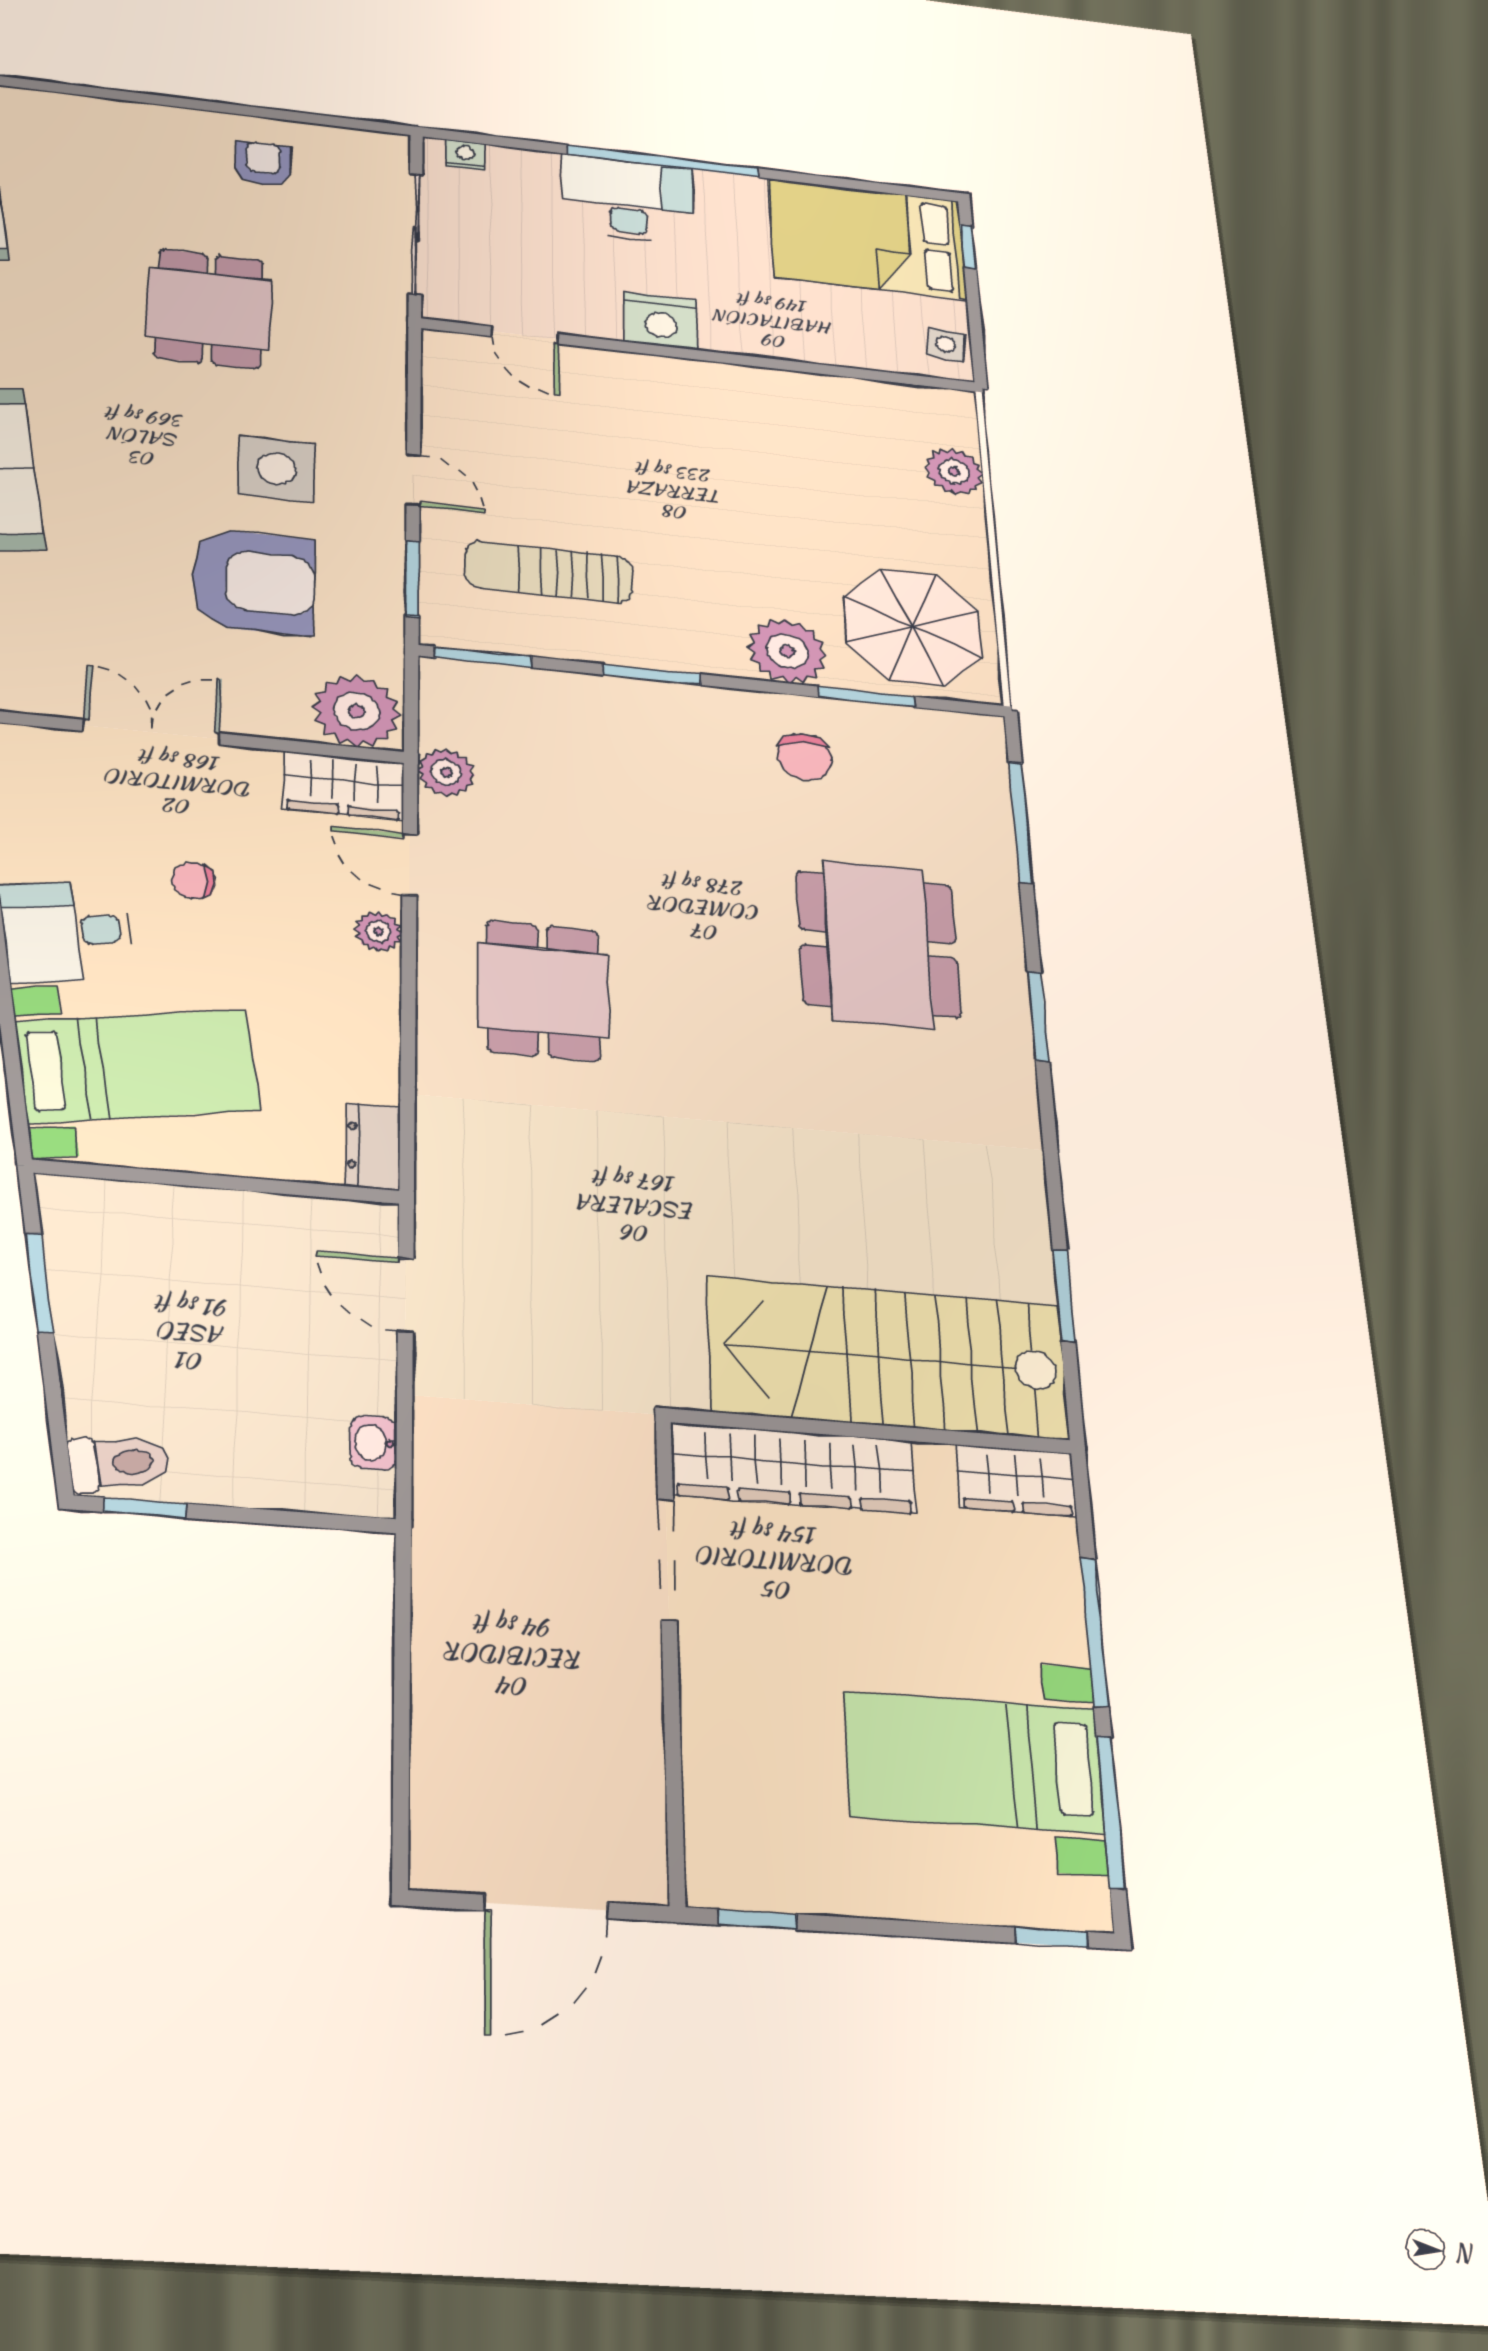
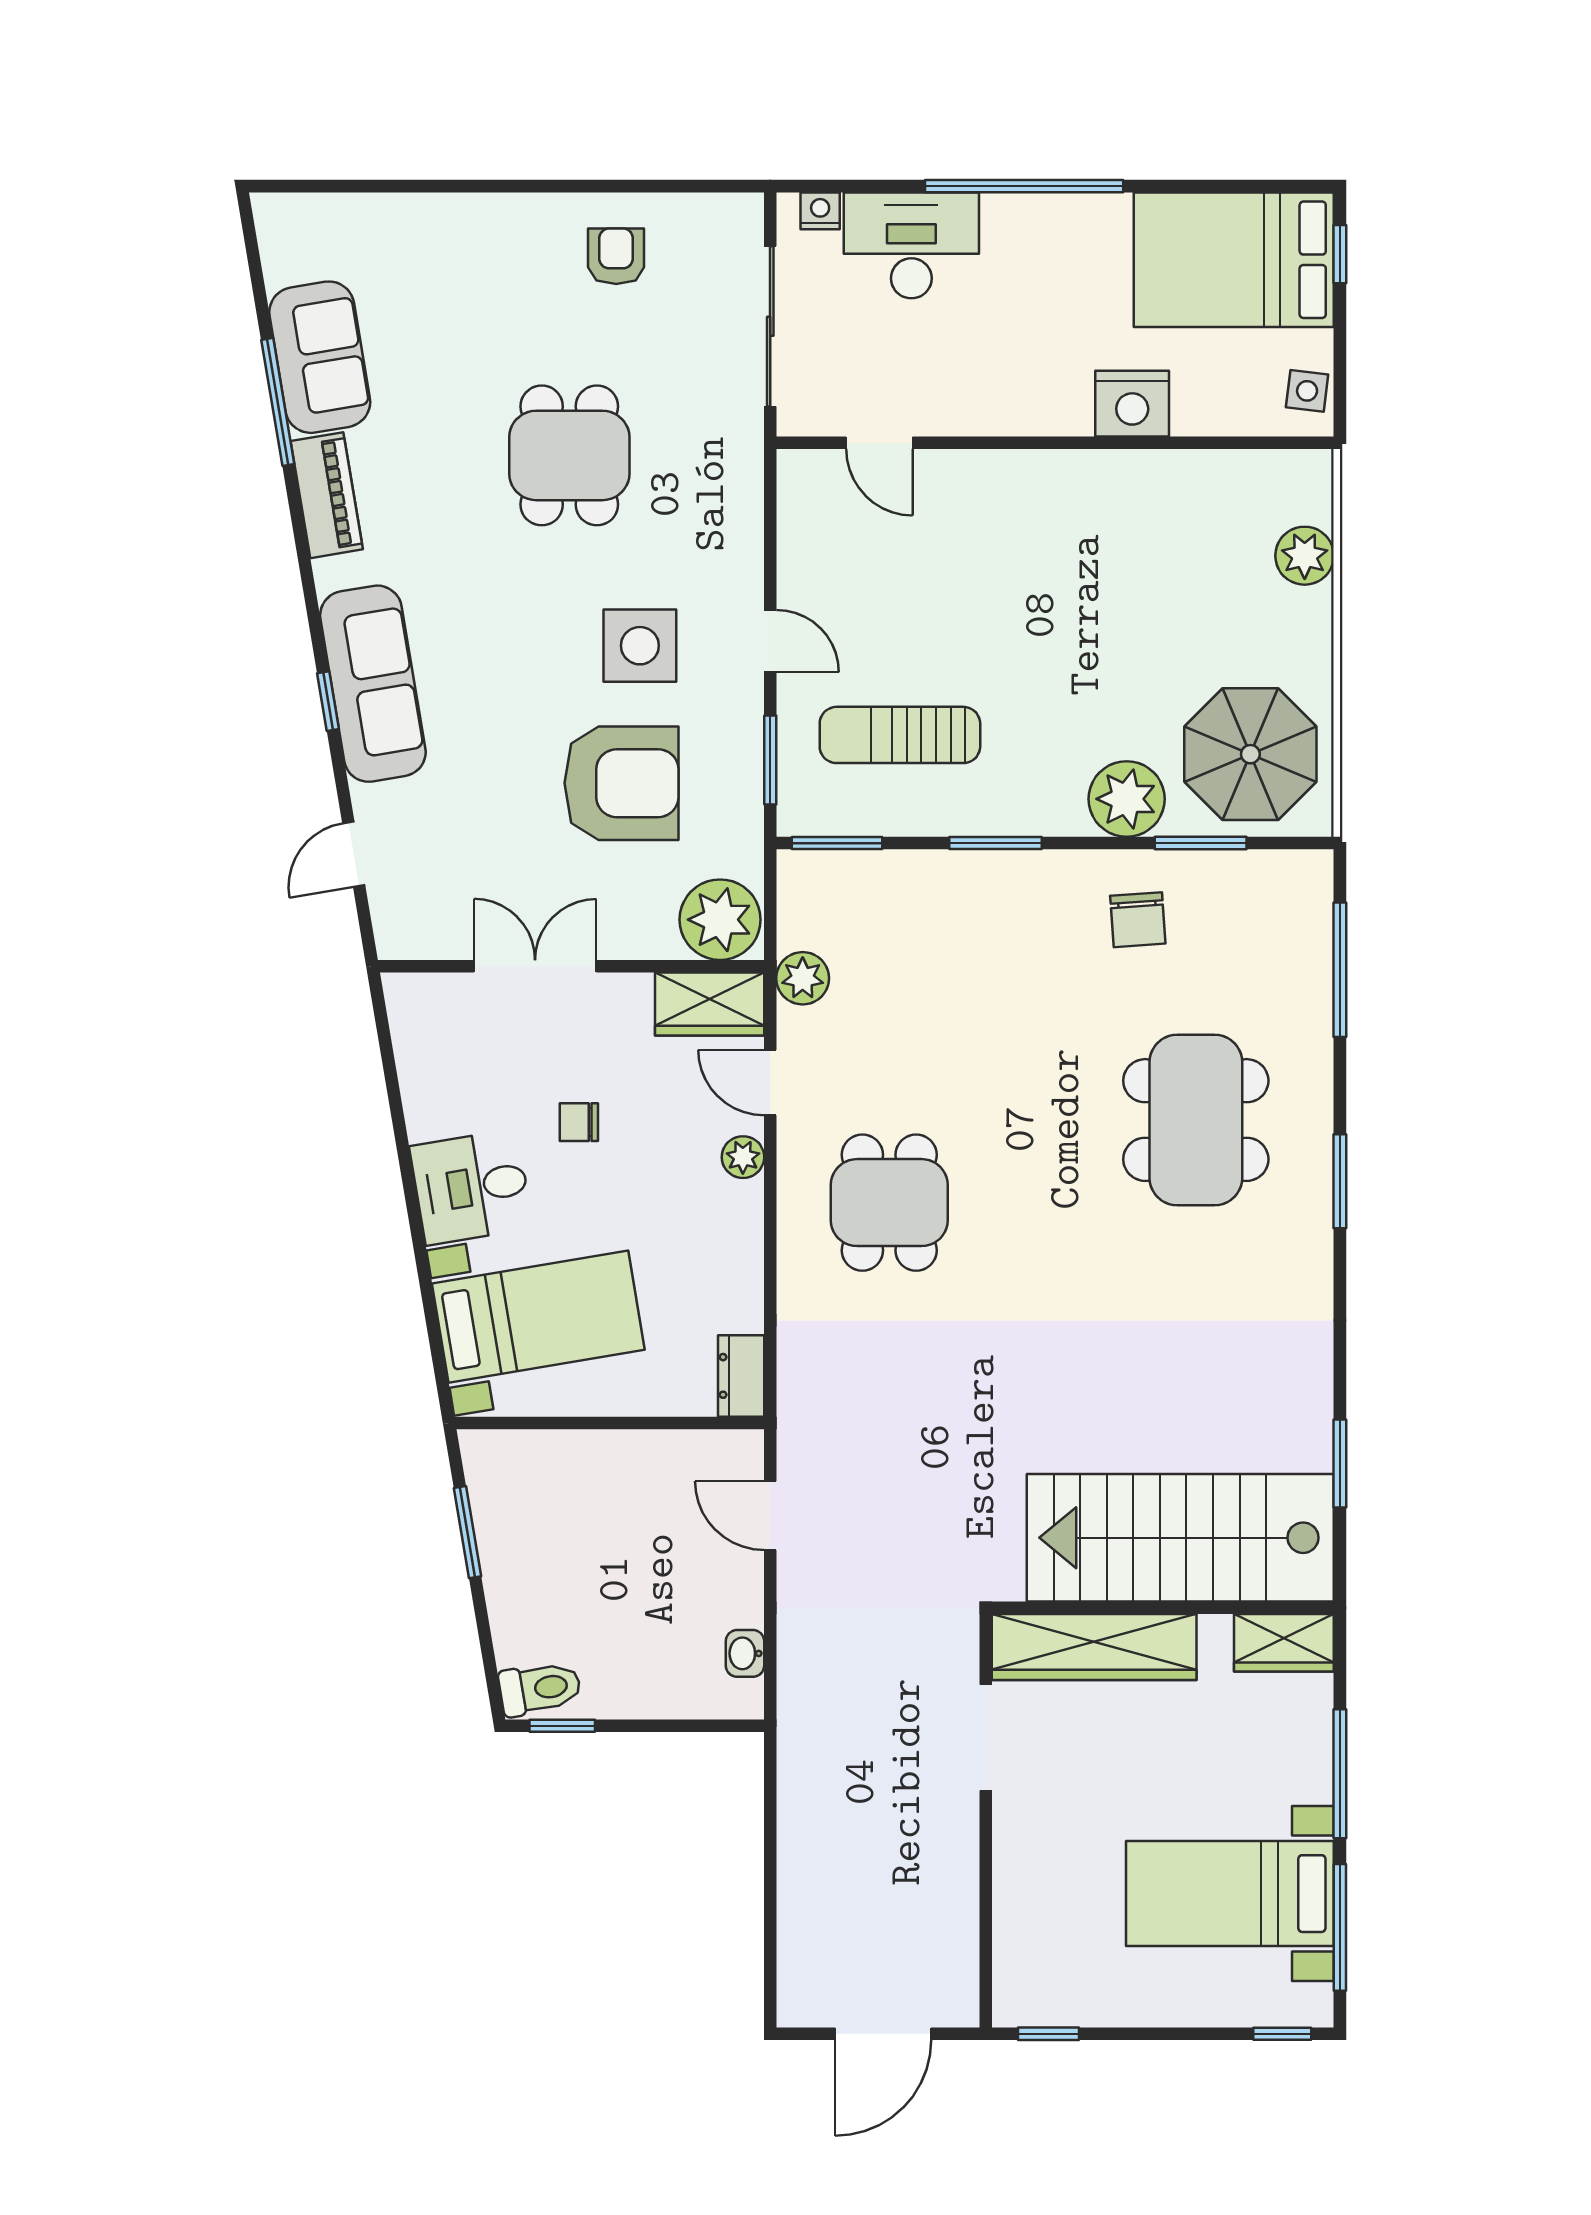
desk: (628, 200) -> (911, 245), moved
nightstand: (661, 321) -> (1132, 404), moved

